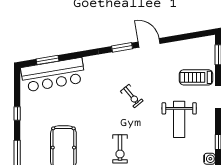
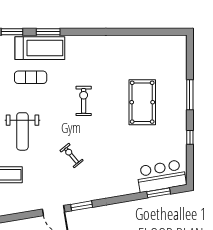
bar counter: (53, 75) -> (161, 176), width x0.73
weight bench: (179, 119) -> (22, 131), turned 180

